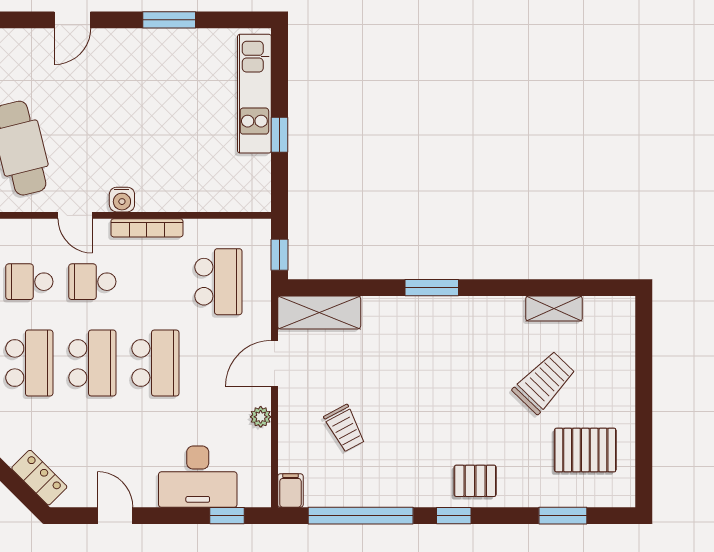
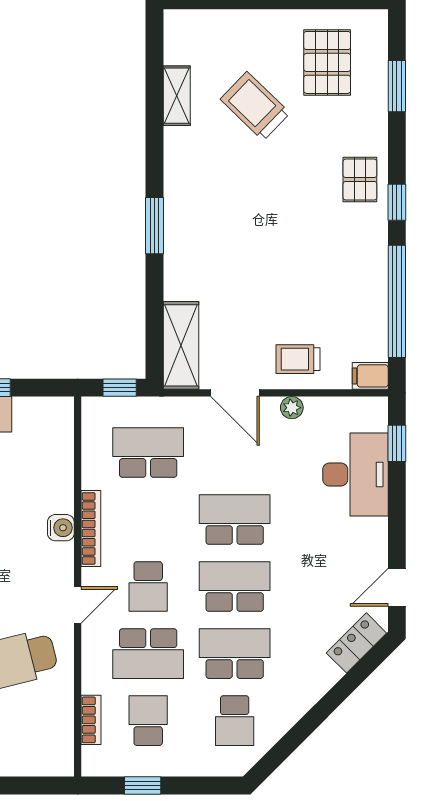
water cooler: (122, 200) -> (61, 528), moved
school desk: (29, 282) -> (148, 654), width x1.85
trolley: (345, 428) -> (298, 359), moved, turned -152
door: (115, 516) -> (397, 587), moved

